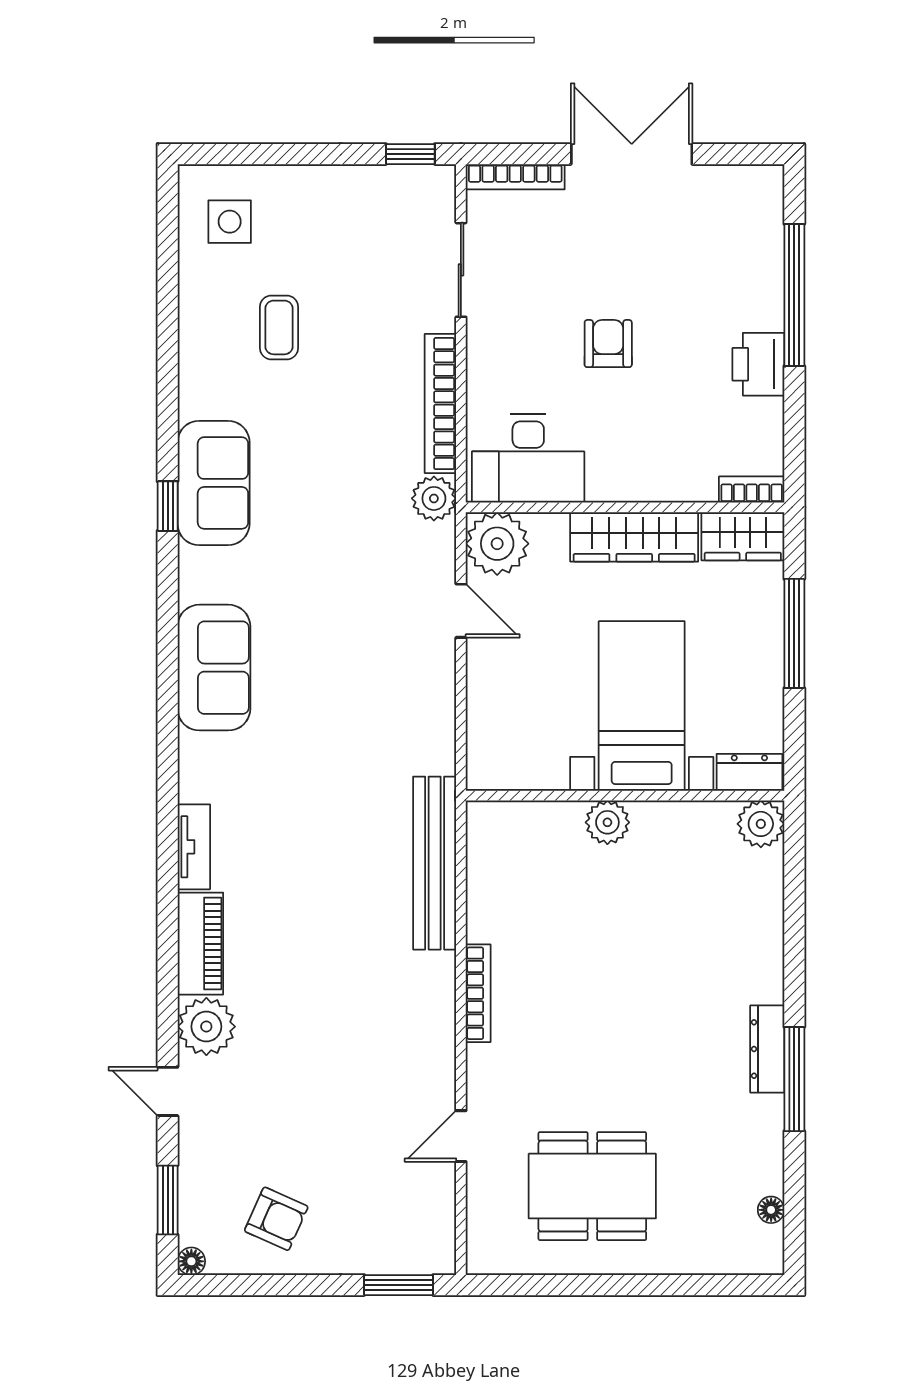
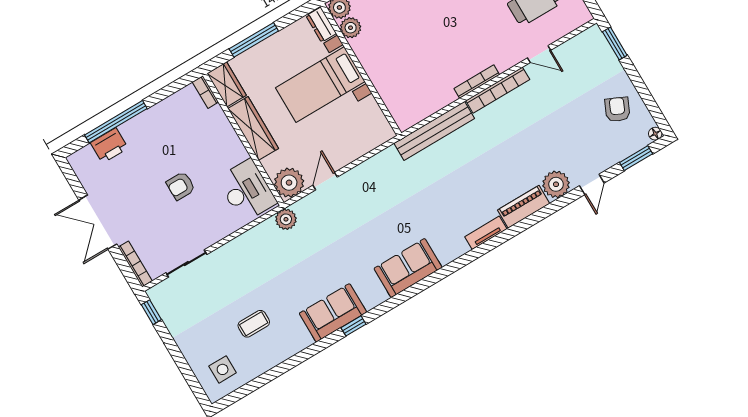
printer: (758, 364) -> (109, 145), moved
bookcase: (440, 404) -> (498, 90), moved
plant: (607, 822) -> (351, 28), moved

